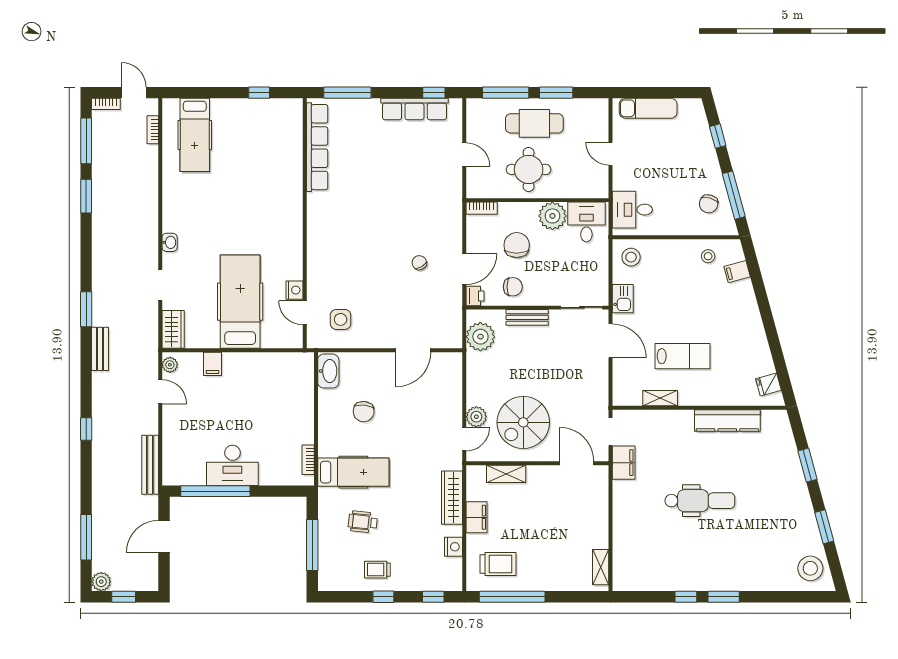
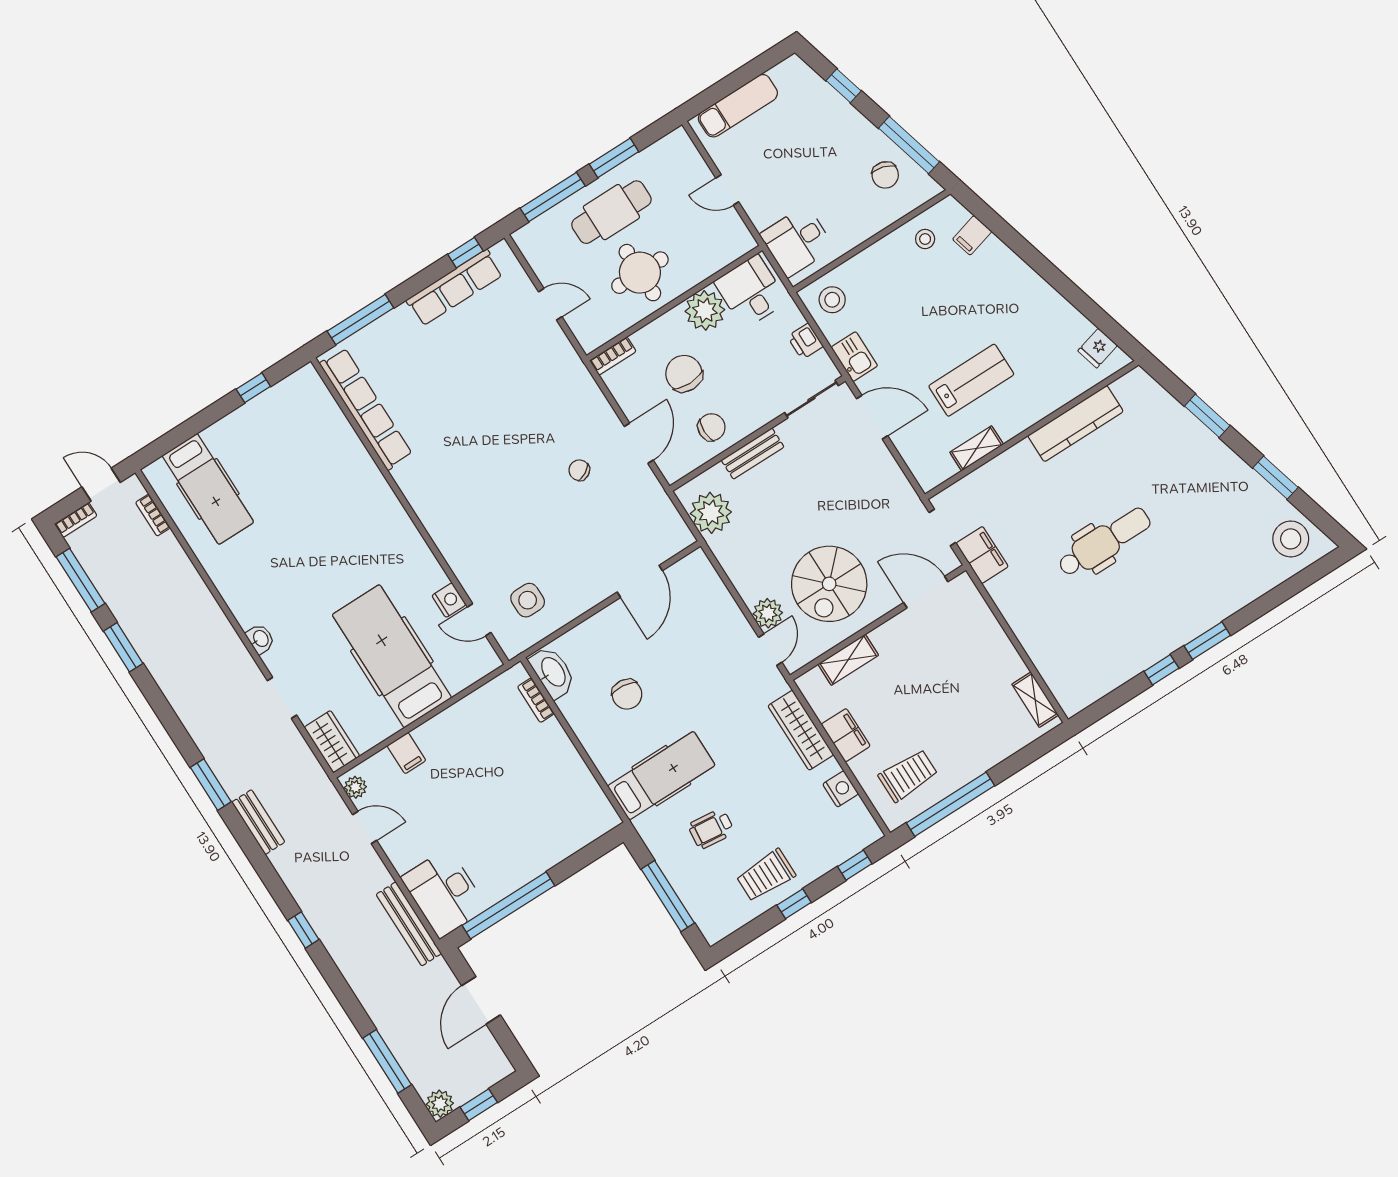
printer: (475, 296) -> (805, 341), moved, turned 180
bookcase: (308, 460) -> (536, 700), moved
desk: (232, 465) -> (444, 893), moved, turned 90
trolley: (377, 570) -> (766, 875), width x1.36, depth x1.39

